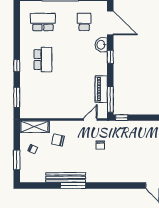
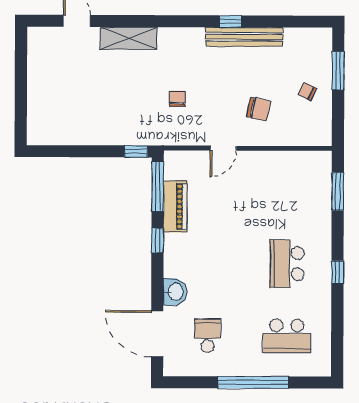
school desk: (84, 22) -> (208, 336), turned 180
window: (110, 57) -> (157, 240), moved
window: (17, 66) -> (337, 272), moved
door: (90, 120) -> (223, 148), moved
shelving: (34, 127) -> (129, 38), moved
window: (73, 185) -> (230, 21), width x0.46

